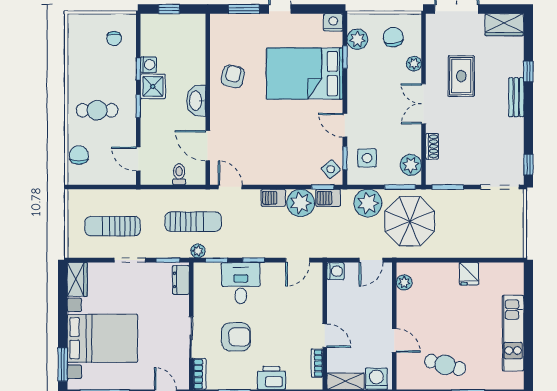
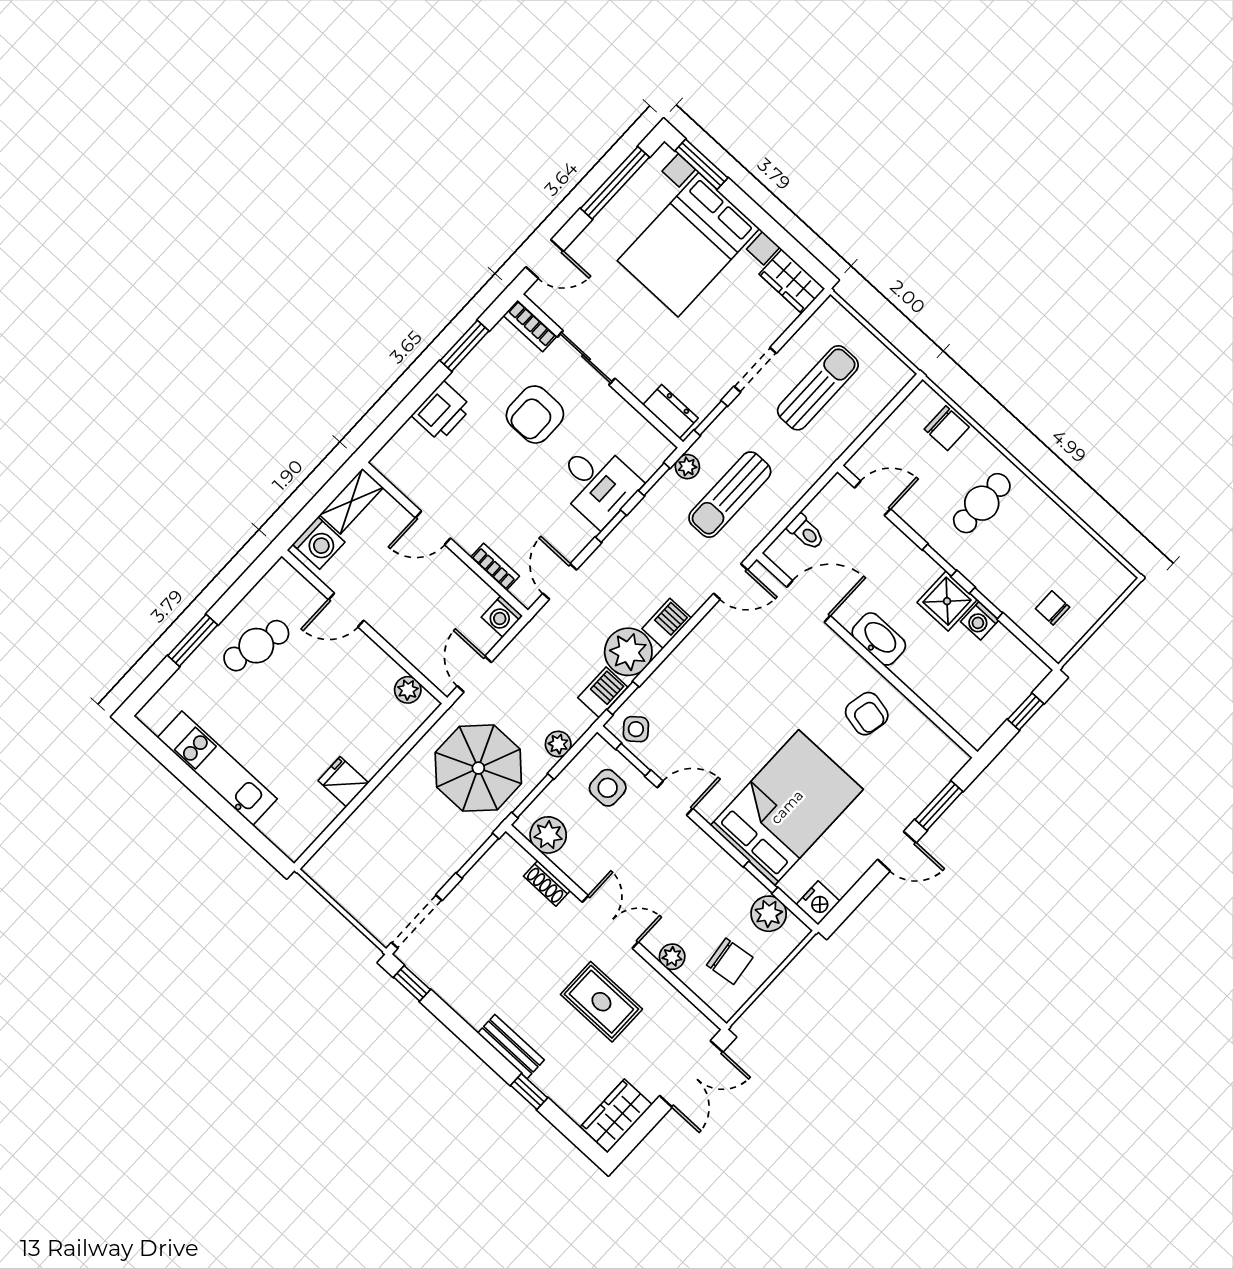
plant: (368, 203) -> (558, 744), width x0.53, depth x0.53
bookcase: (317, 363) -> (495, 567), moved

